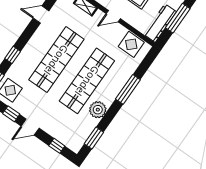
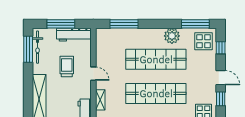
display table: (131, 44) -> (203, 41), moved
window: (128, 89) -> (124, 24), moved
window: (94, 138) -> (195, 24), width x1.44

